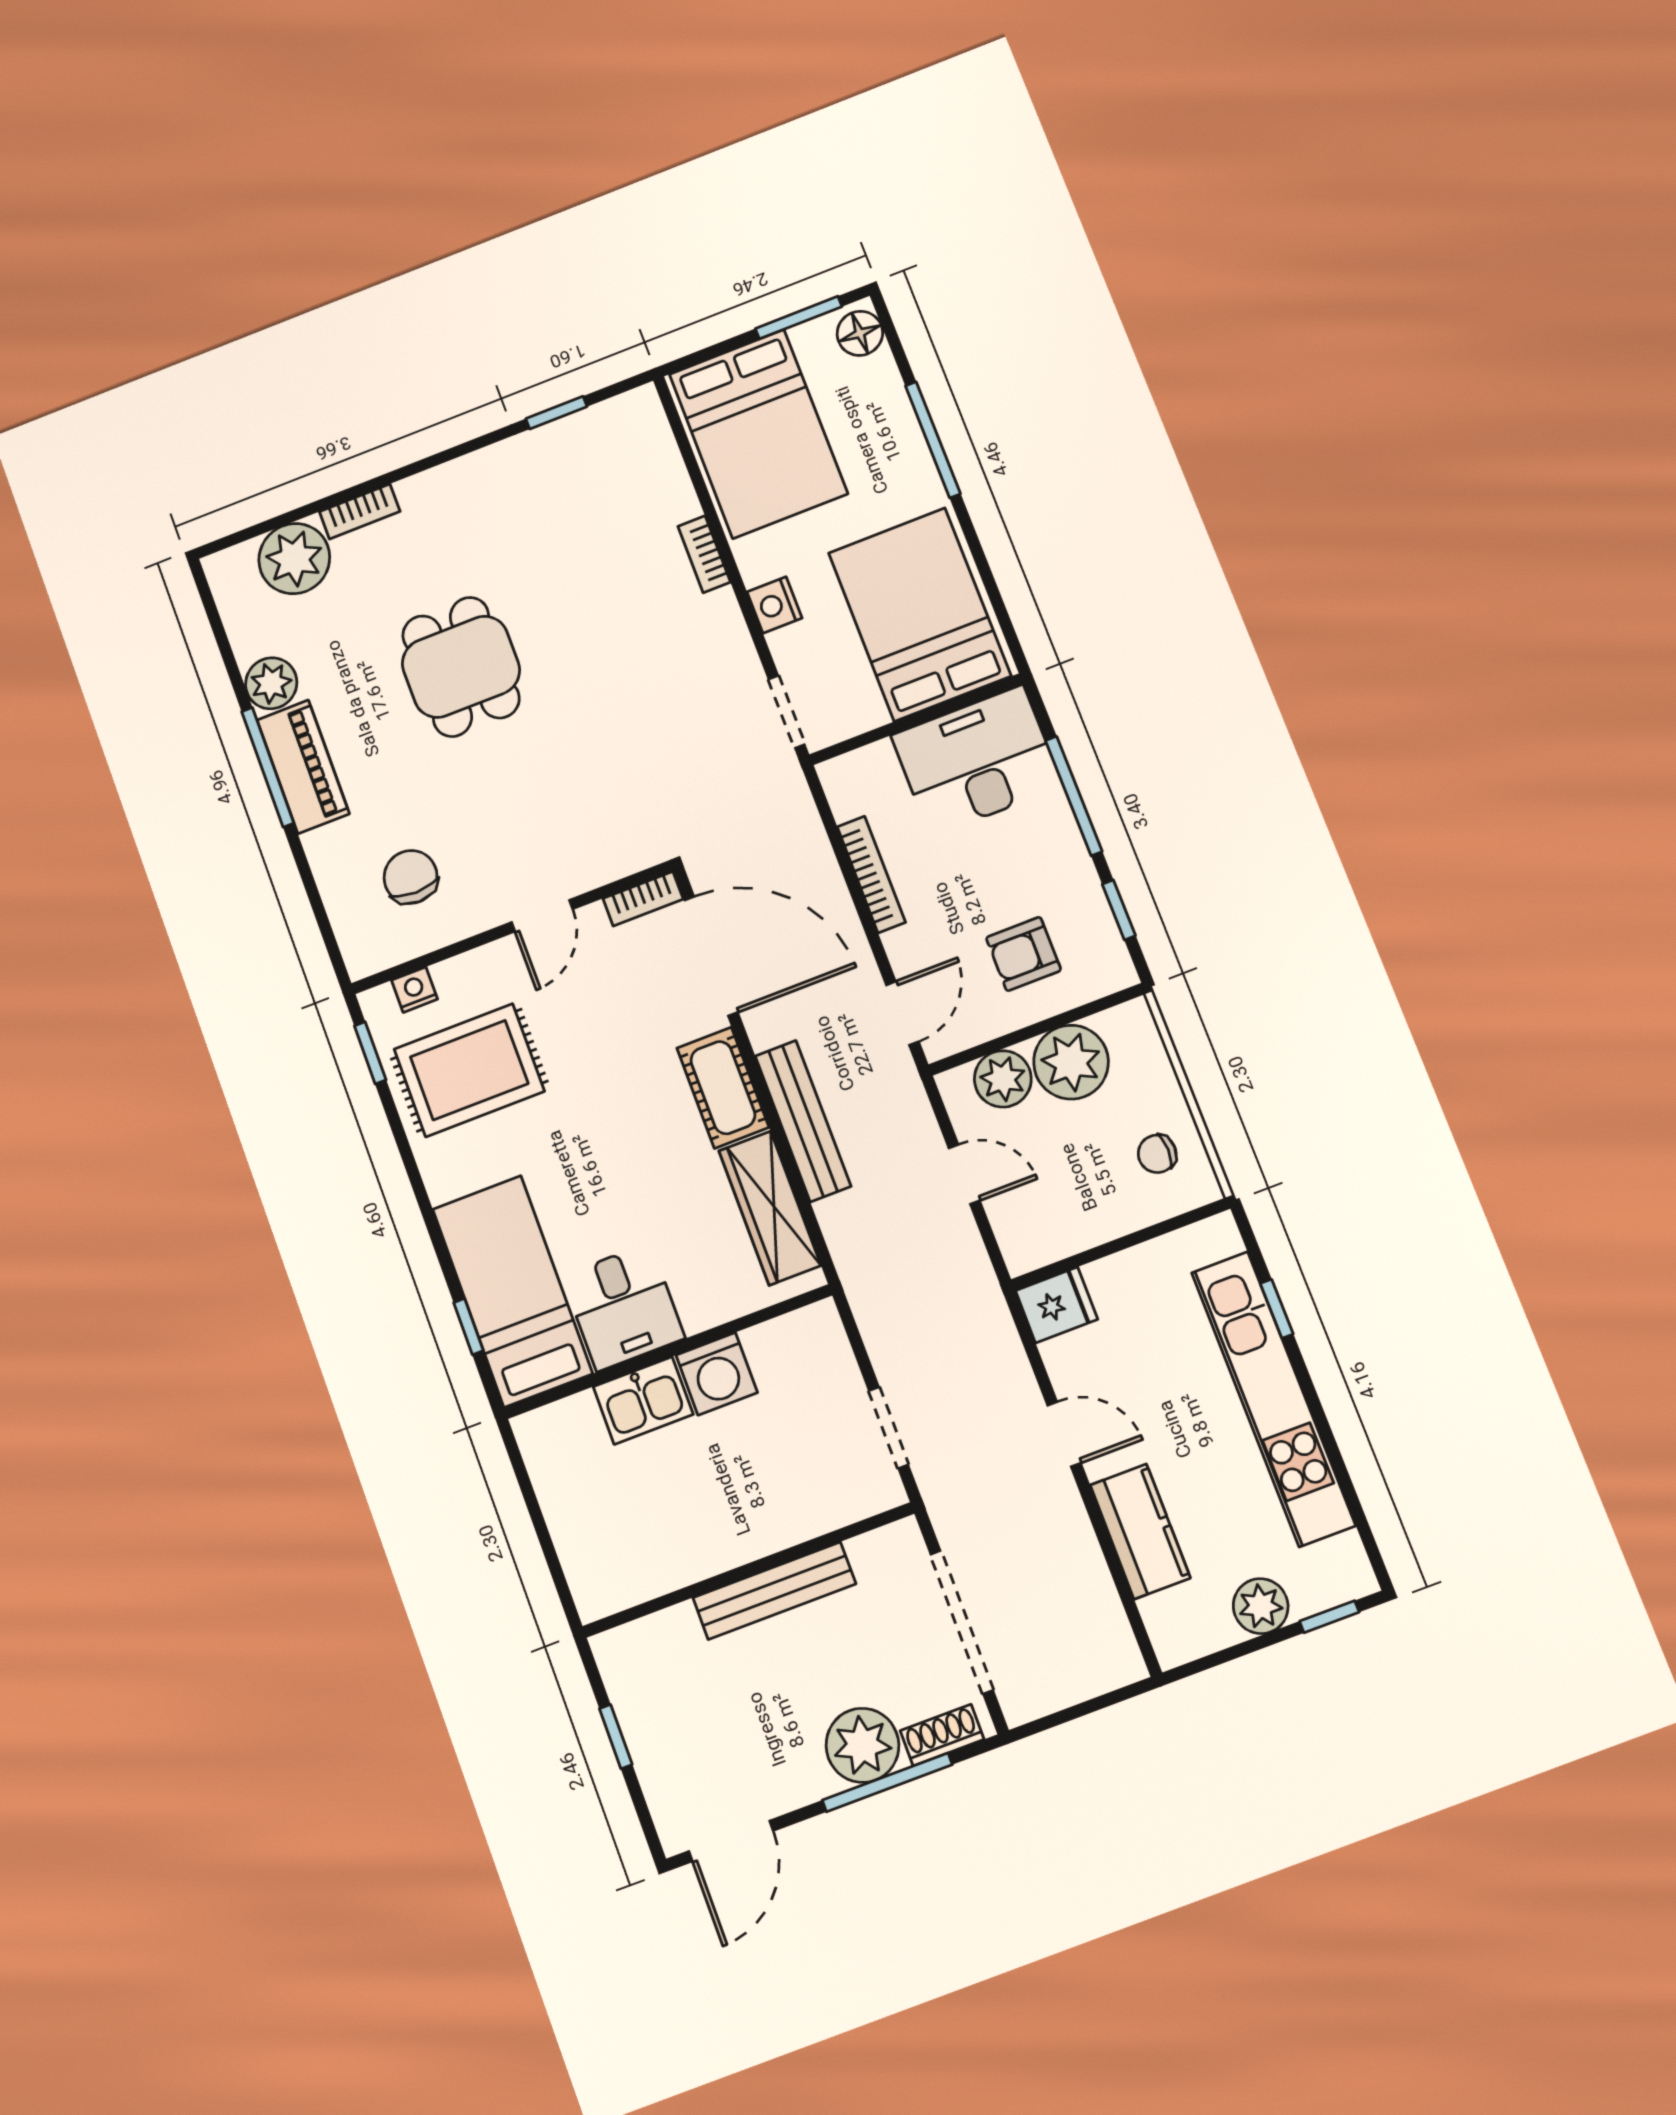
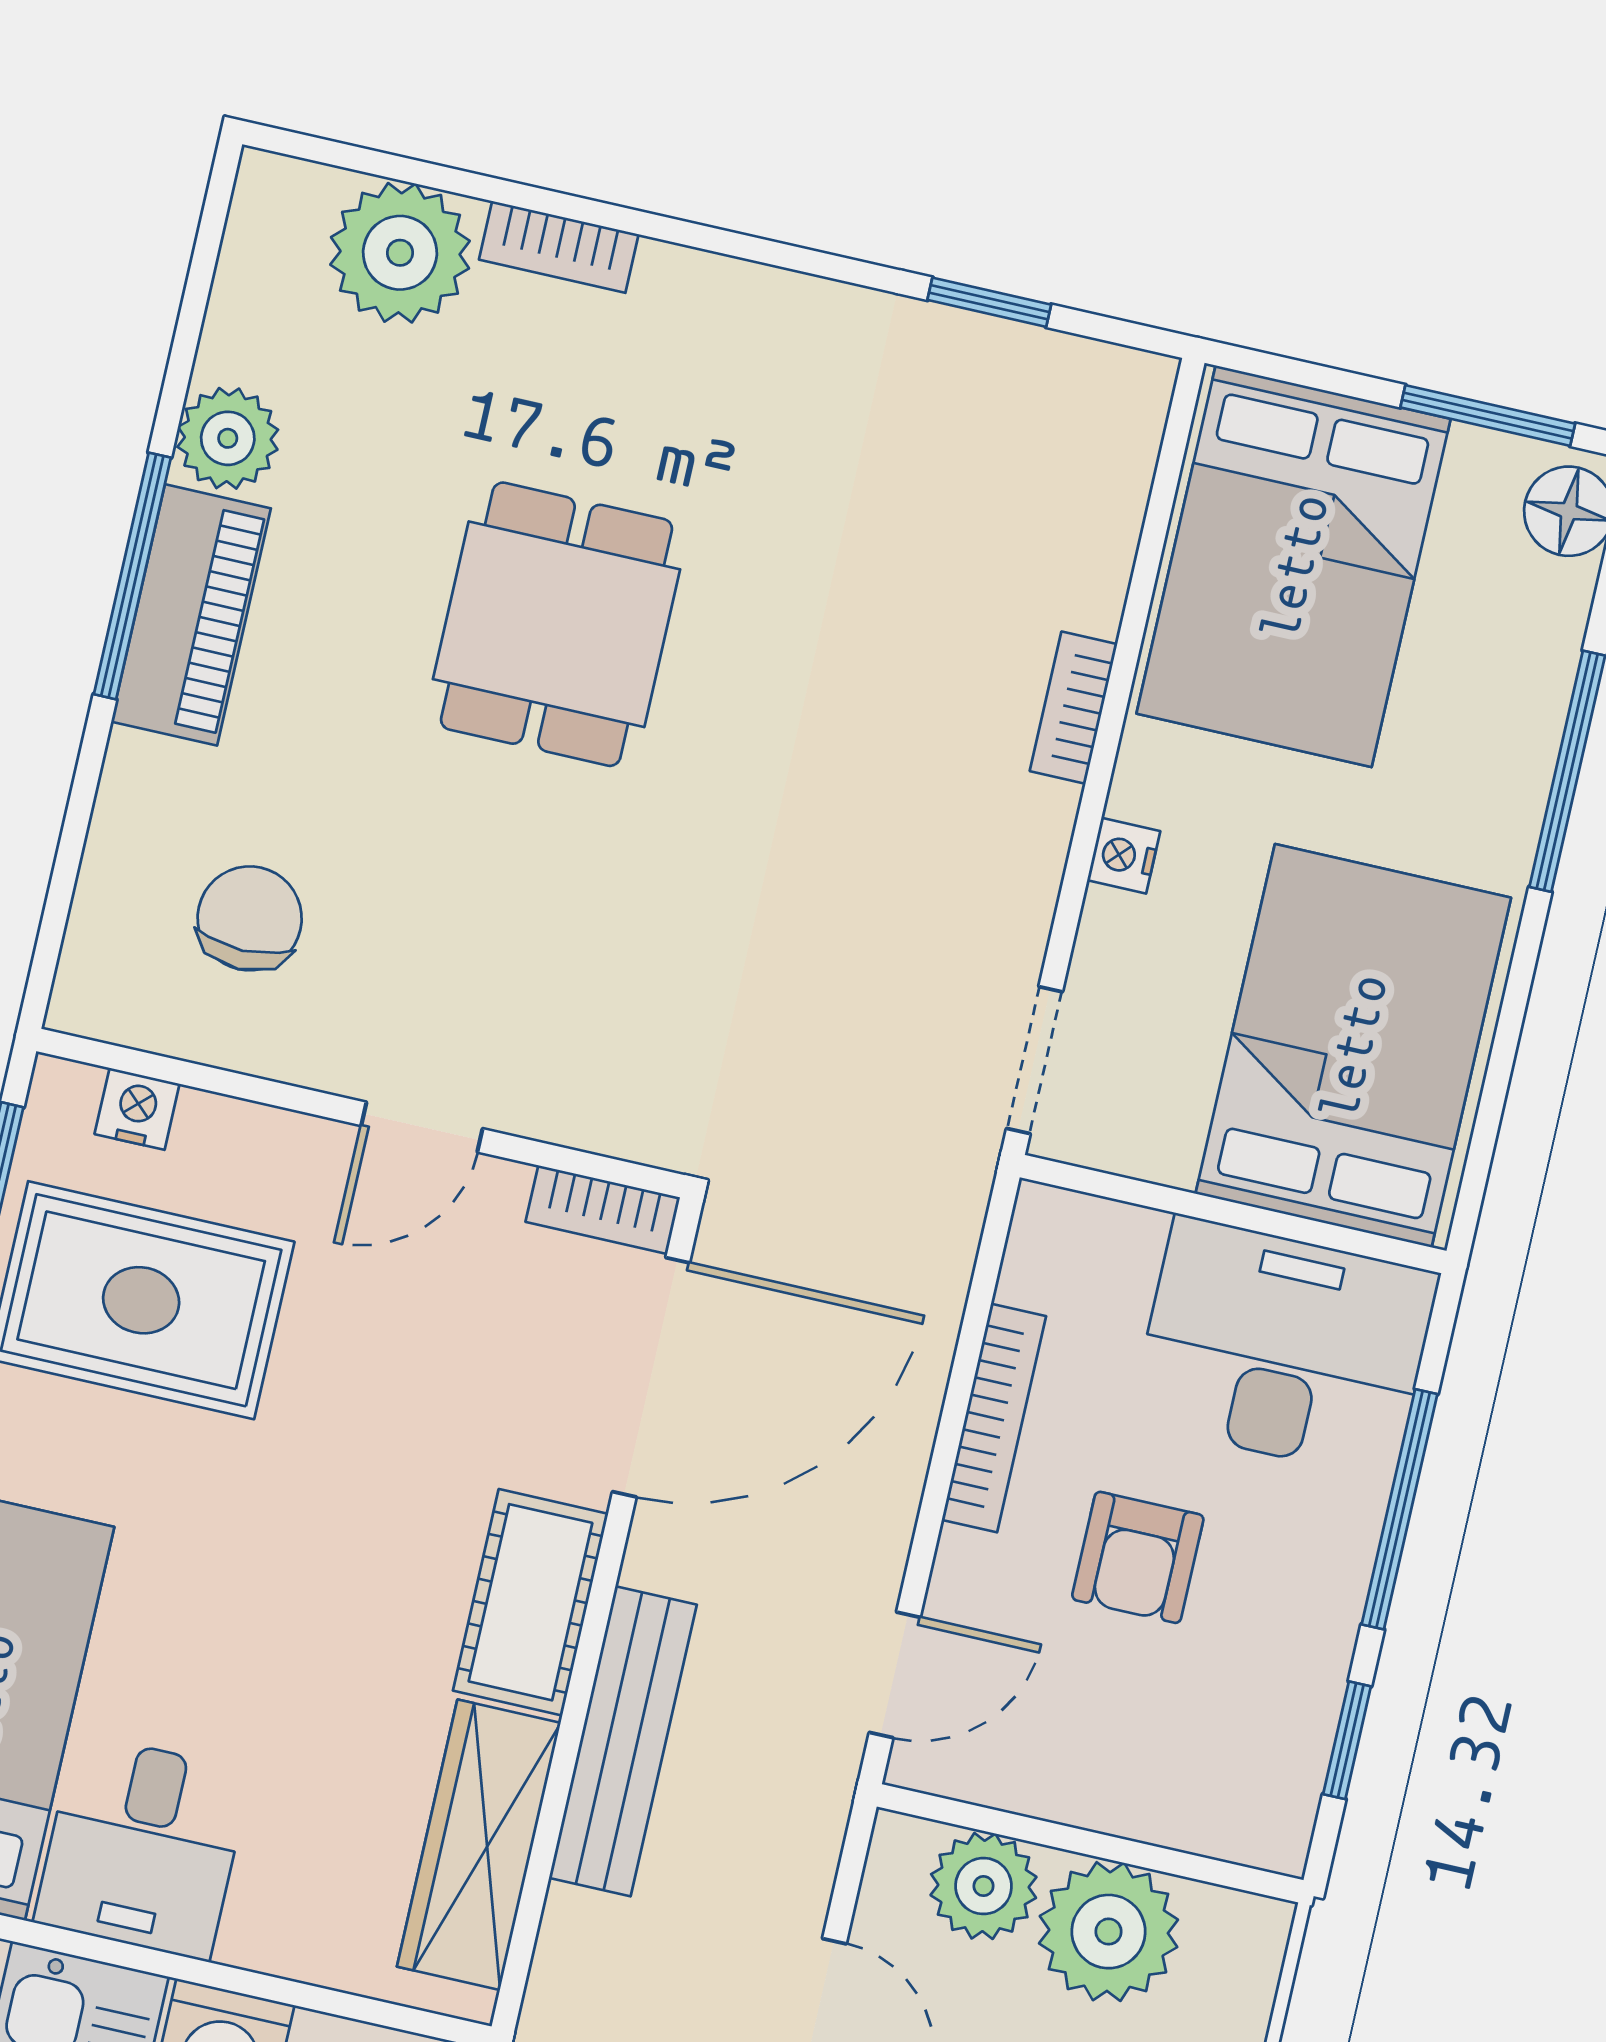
nightstand: (774, 605) -> (1124, 856), width x0.72, depth x0.74
armchair: (1024, 954) -> (1138, 1557), moved, turned -90
door: (711, 956) -> (651, 1377), hinge flipped

